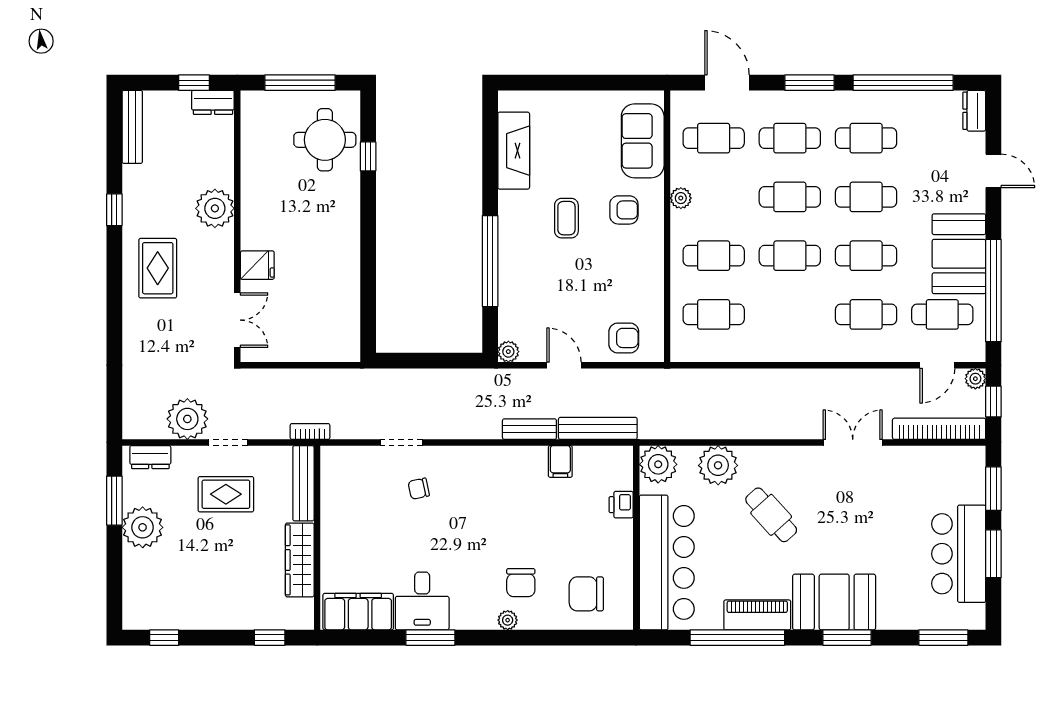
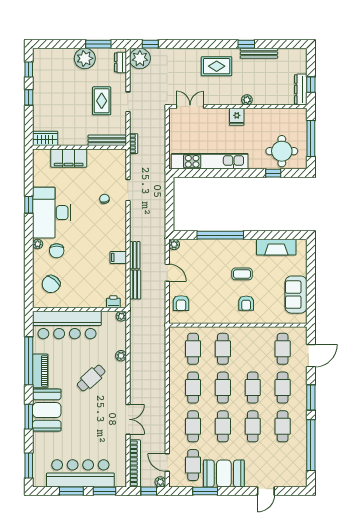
dresser: (213, 102) -> (301, 89), width x1.44
dresser: (974, 111) -> (297, 481), removed
bench: (132, 127) -> (259, 53), moved
sofa: (643, 141) -> (296, 295), moved, turned -90
plant: (681, 198) -> (252, 332), removed
plant: (215, 208) -> (247, 100), width x0.53, depth x0.53
fridge: (257, 265) -> (237, 117), moved
kitchen unit: (345, 282) -> (210, 161), added
window: (993, 291) -> (205, 491), width x0.47
cafe table: (790, 314) -> (193, 388), added
double door: (237, 320) -> (190, 107), swing flipped
door: (564, 365) -> (167, 273), hinge flipped
window: (114, 399) -> (150, 44), added
plant: (187, 419) -> (140, 58), moved
bench: (598, 428) -> (135, 285), width x0.73
filing cabinet: (560, 461) -> (118, 257), moved
plant: (658, 464) -> (121, 316), width x0.53, depth x0.53
plant: (718, 465) -> (121, 356), width x0.53, depth x0.53
printer: (621, 505) -> (113, 302), moved
bar counter: (959, 554) -> (80, 473), width x1.36
wardrobe: (300, 560) -> (45, 138), moved, width x0.67
chair: (521, 583) -> (57, 251), turned -90
chair: (586, 594) -> (51, 284), turned -140
desk: (422, 601) -> (52, 213), width x1.87, depth x1.30
filing cabinet: (358, 612) -> (69, 158), moved, turned 90
window: (270, 638) -> (29, 97), moved
window: (430, 638) -> (29, 205), width x0.67

